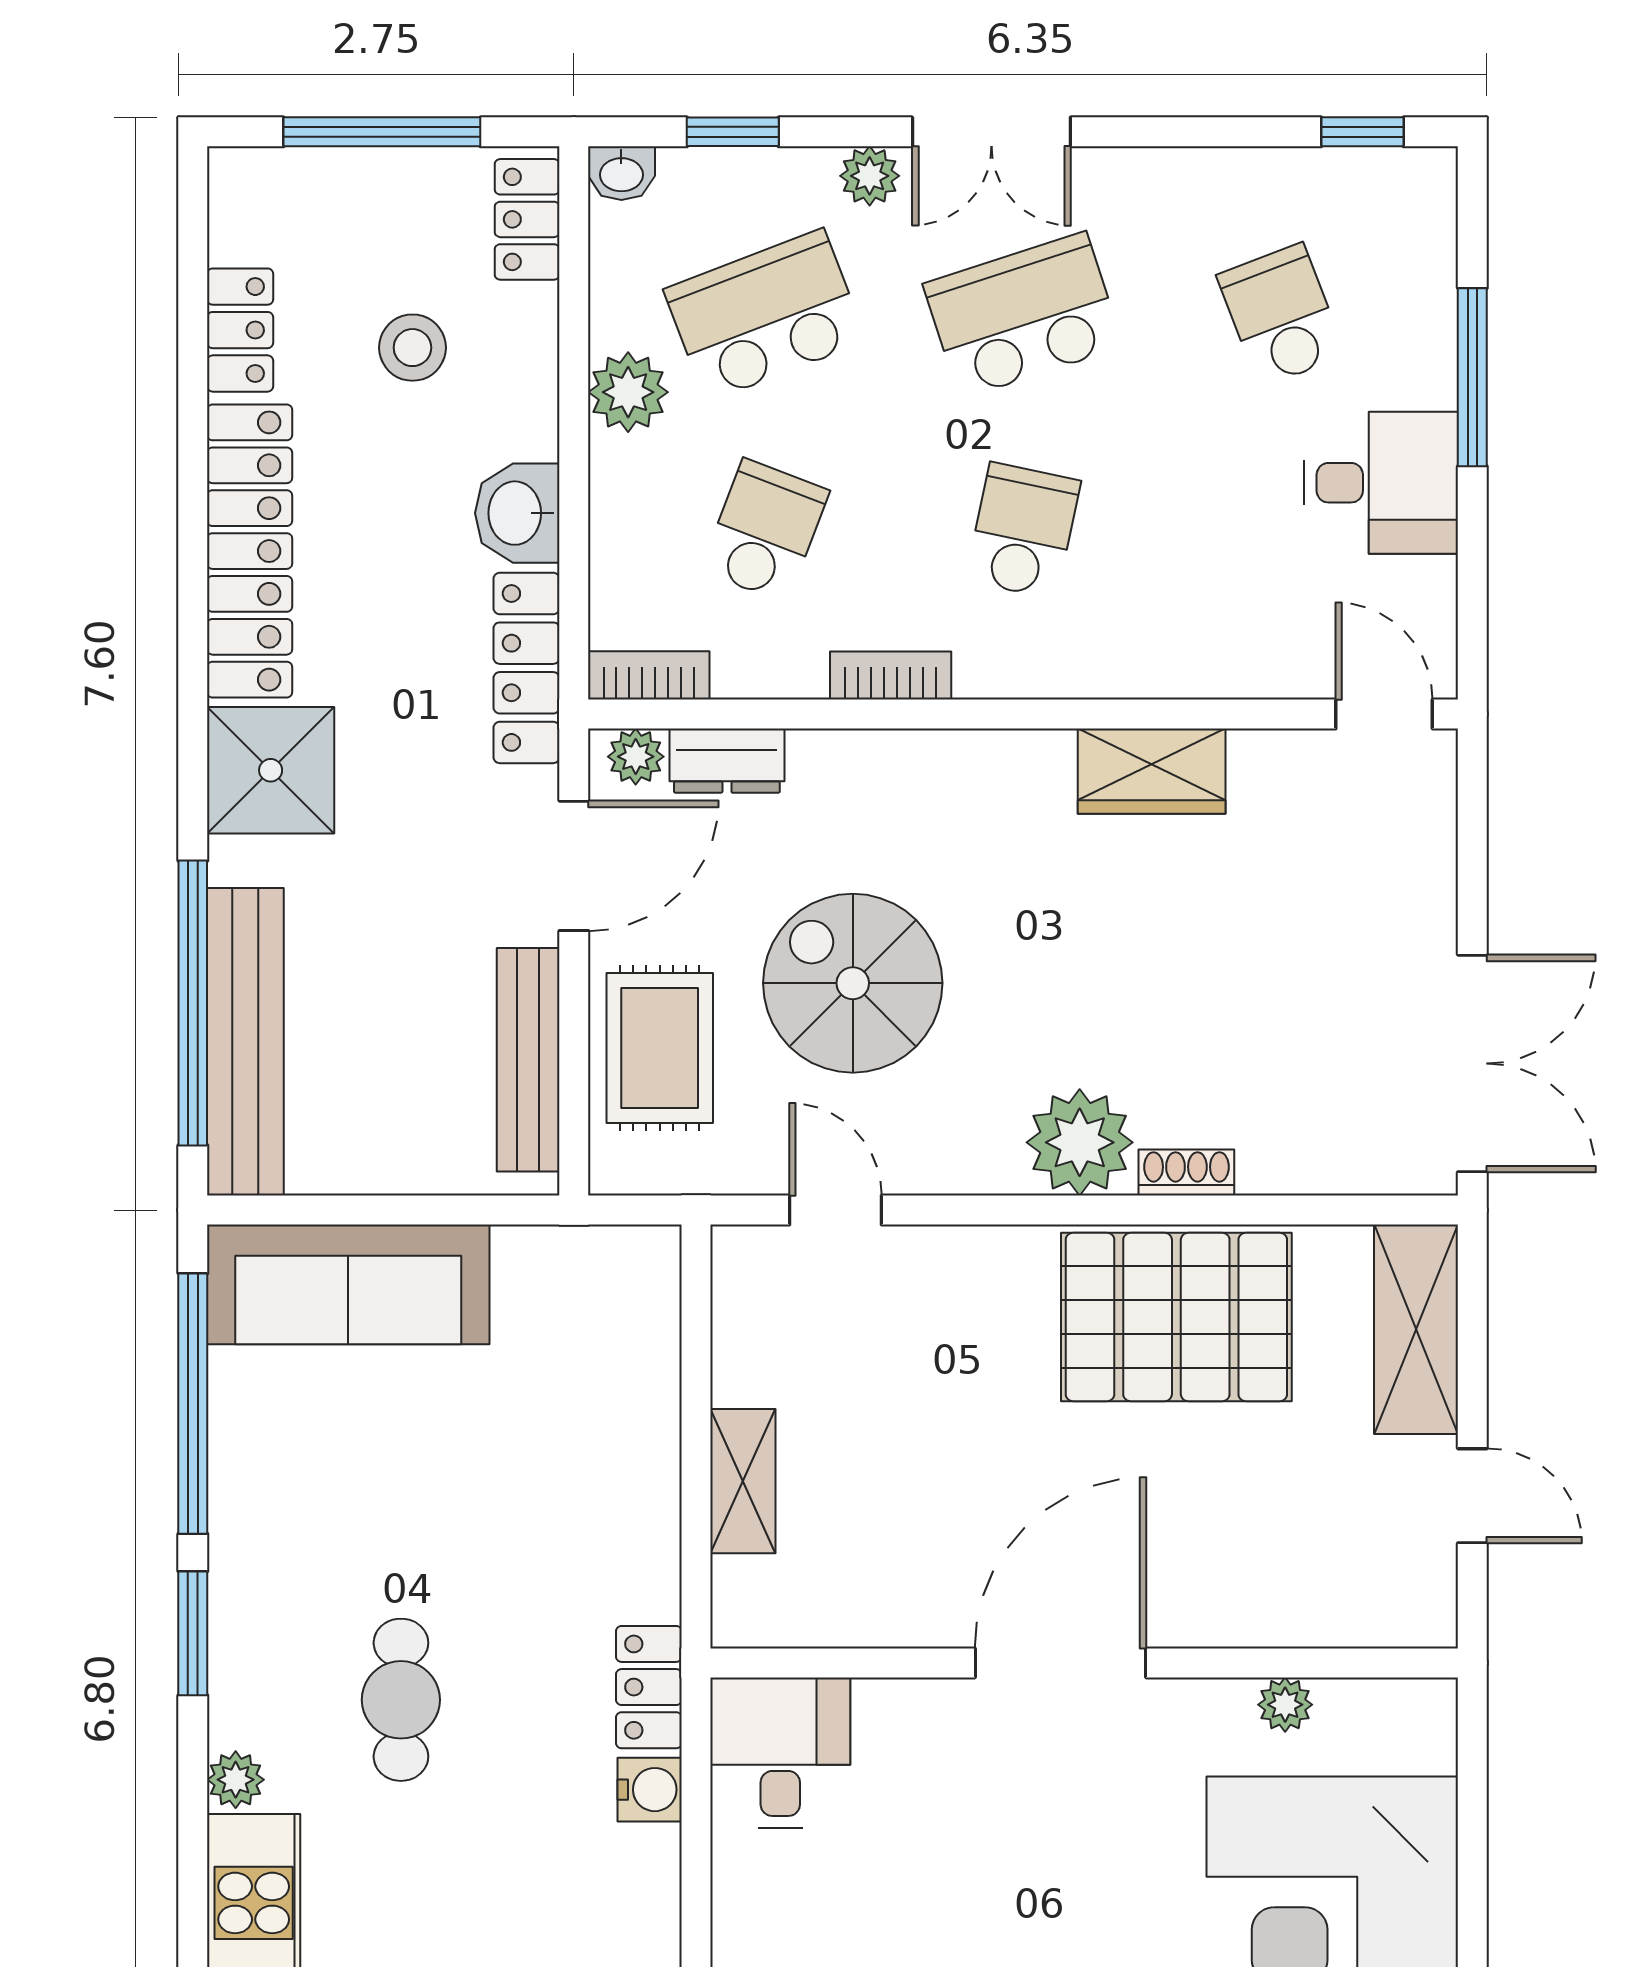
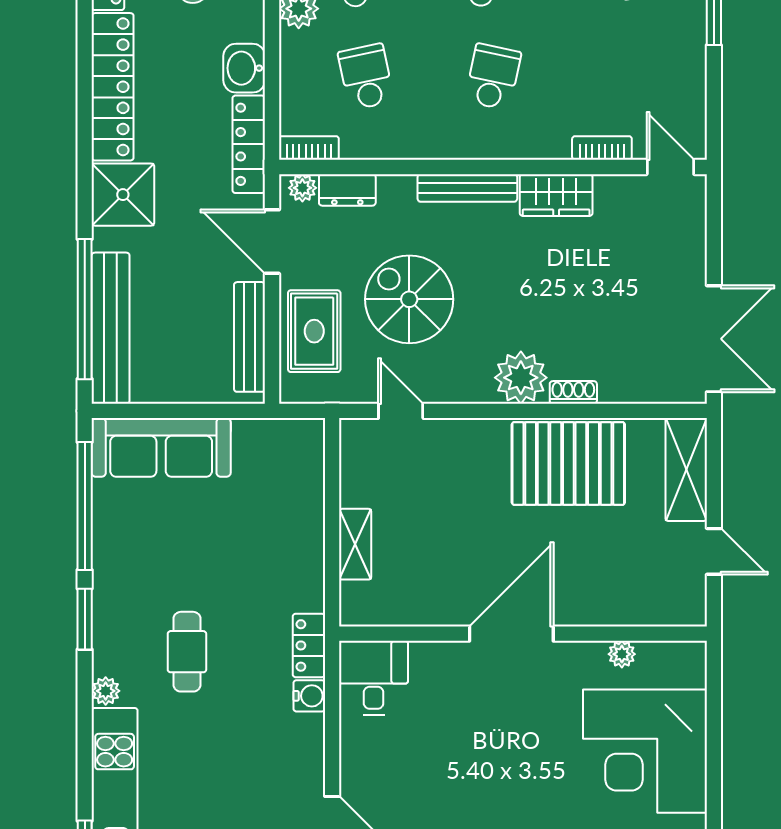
desk: (1381, 483) -> (669, 53), removed
school desk: (765, 531) -> (366, 77), turned -33
bookcase: (891, 675) -> (602, 148), moved
bench: (971, 757) -> (467, 188), added
door: (574, 866) -> (272, 242), swing flipped

